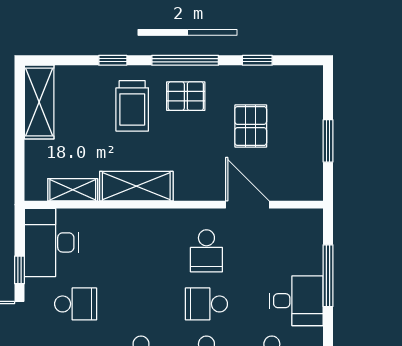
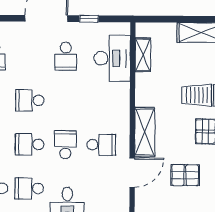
shelving: (136, 186) -> (145, 132), moved
desk: (51, 242) -> (112, 58), moved, turned 90
school desk: (206, 251) -> (101, 145), turned 180

